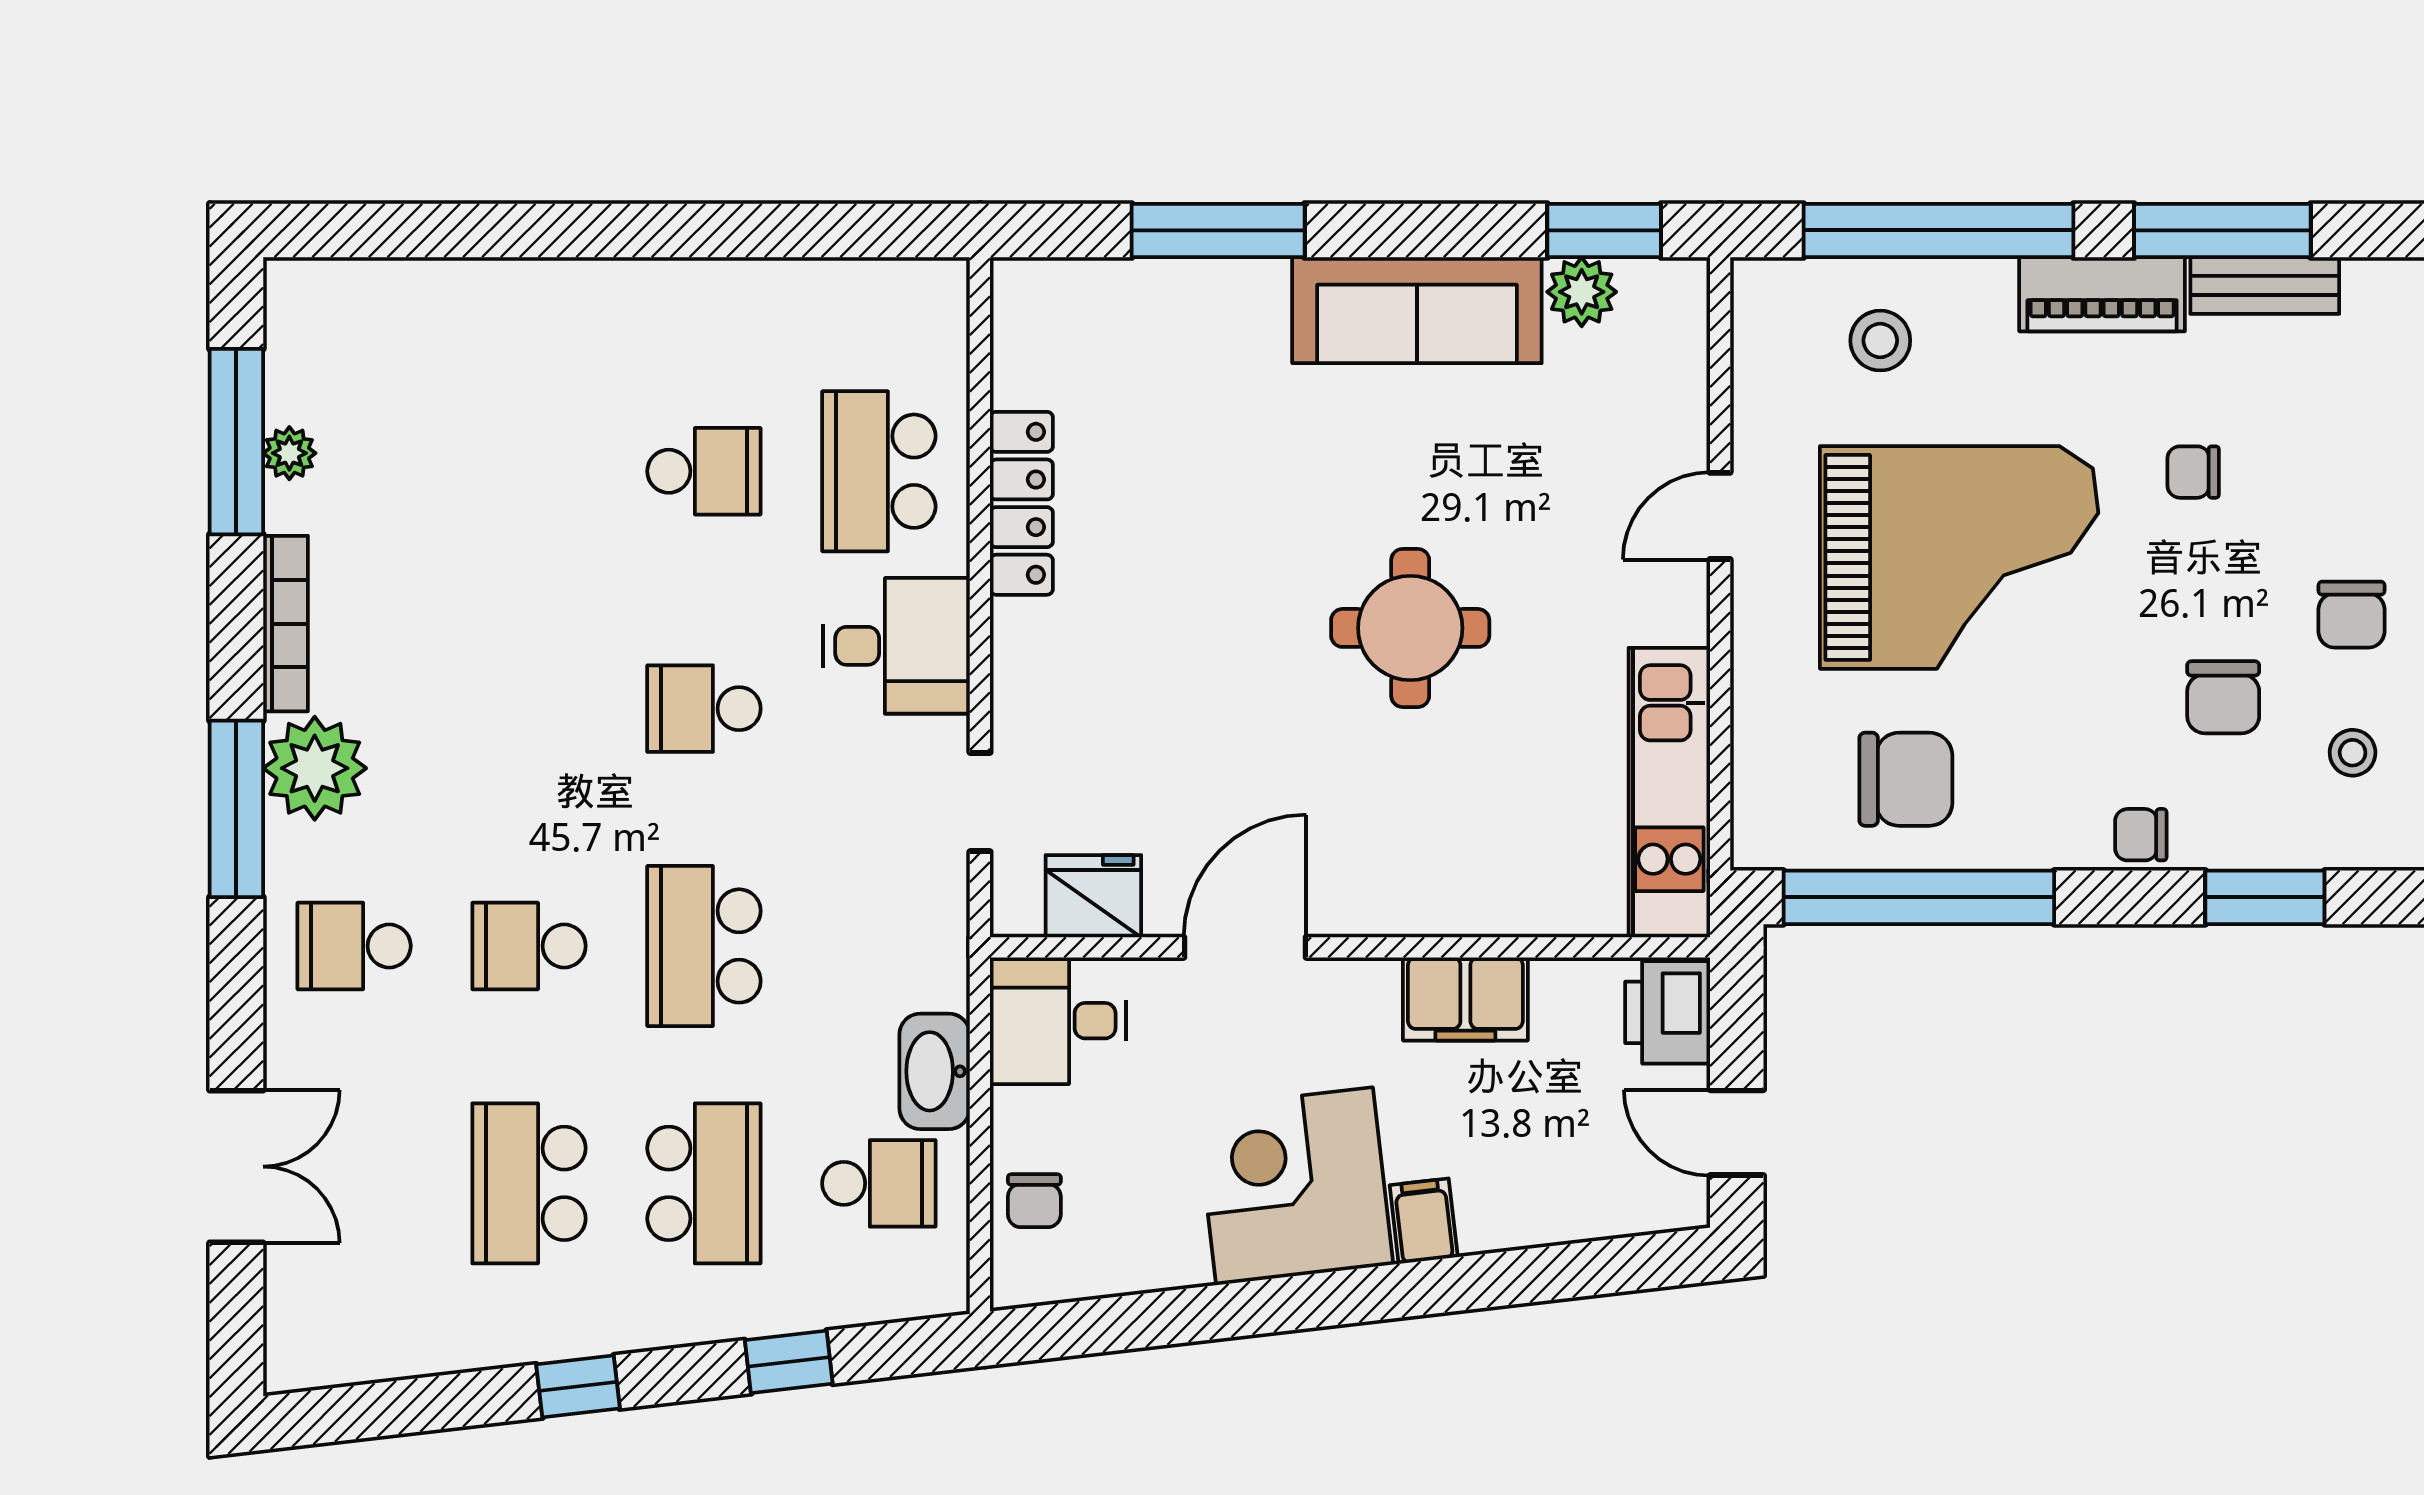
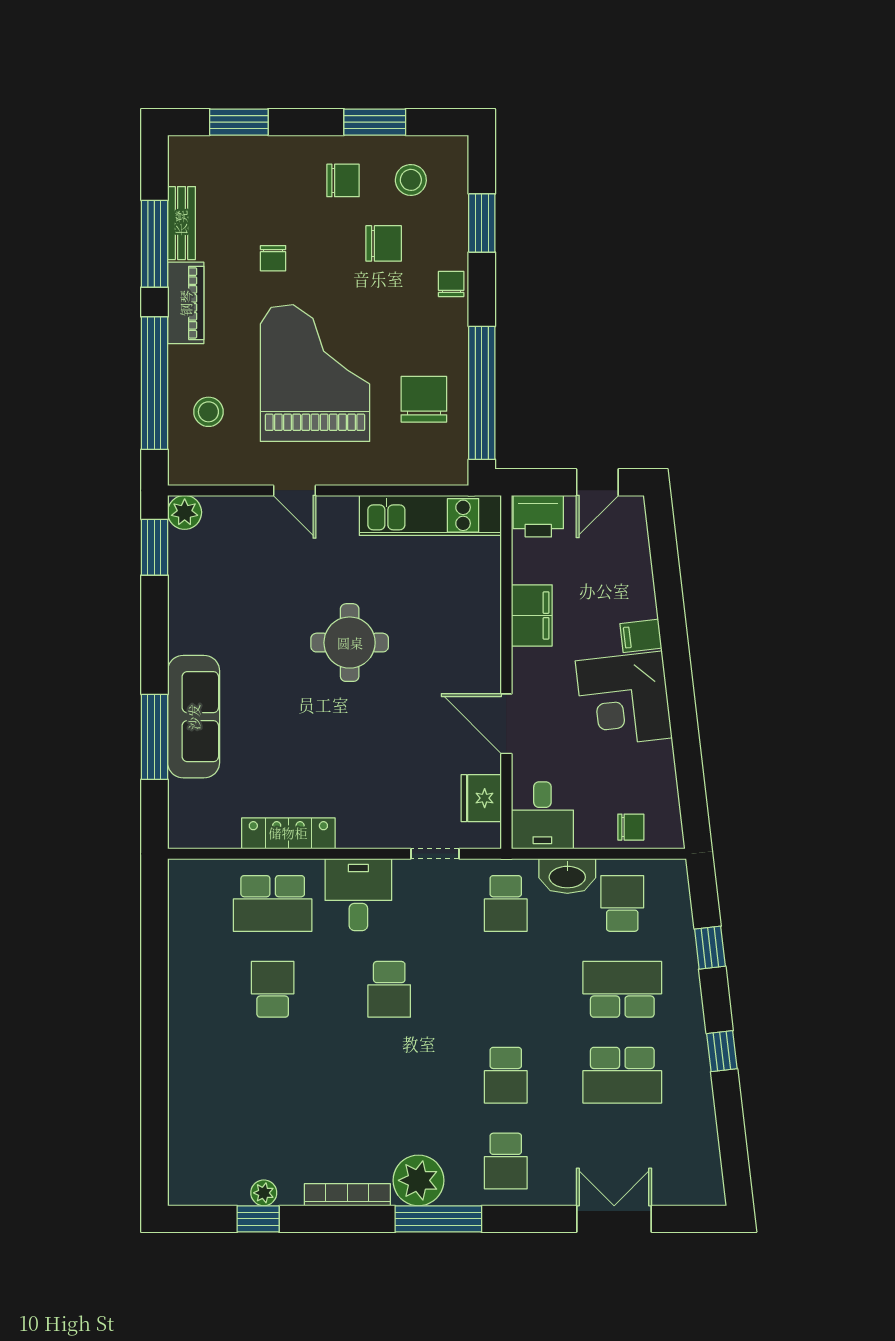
plant: (1582, 292) -> (185, 512), moved
sofa: (1417, 310) -> (194, 717), moved
window: (236, 442) -> (258, 1219), width x0.46
stool: (2353, 753) -> (411, 180), width x1.37, depth x1.37
chair: (2141, 835) -> (451, 284), turned 180
school desk: (704, 946) -> (506, 903), moved, width x0.54

